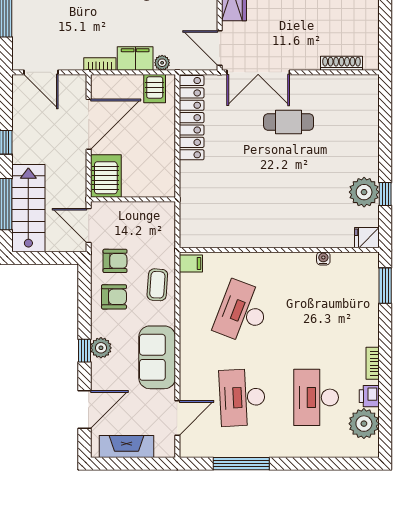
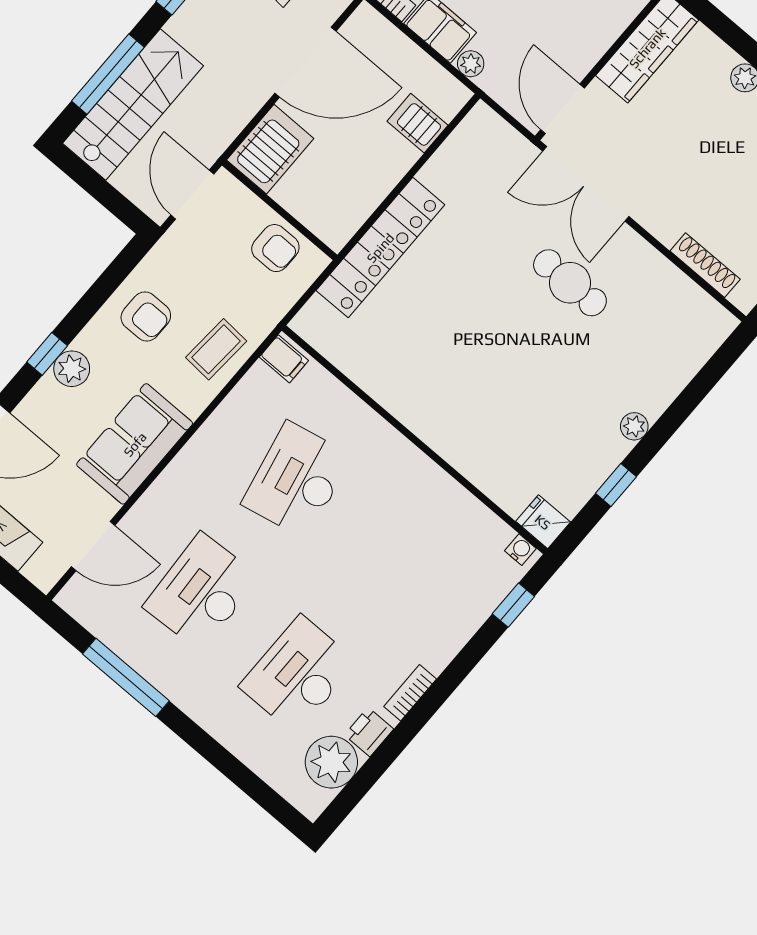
server rack: (155, 89) -> (417, 123), moved, turned 90
locker: (192, 118) -> (380, 248), moved
plant: (364, 192) -> (634, 426), moved, width x0.53, depth x0.53
water cooler: (323, 258) -> (520, 550), moved
armchair: (115, 261) -> (275, 248), moved
window: (385, 286) -> (513, 605), width x0.67
desk: (242, 312) -> (297, 480), turned -33

